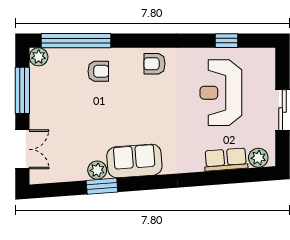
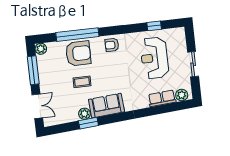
window: (76, 41) -> (77, 35), moved
armchair: (98, 71) -> (78, 53), width x1.88, depth x1.88
coffee table: (99, 118) -> (82, 82), added

